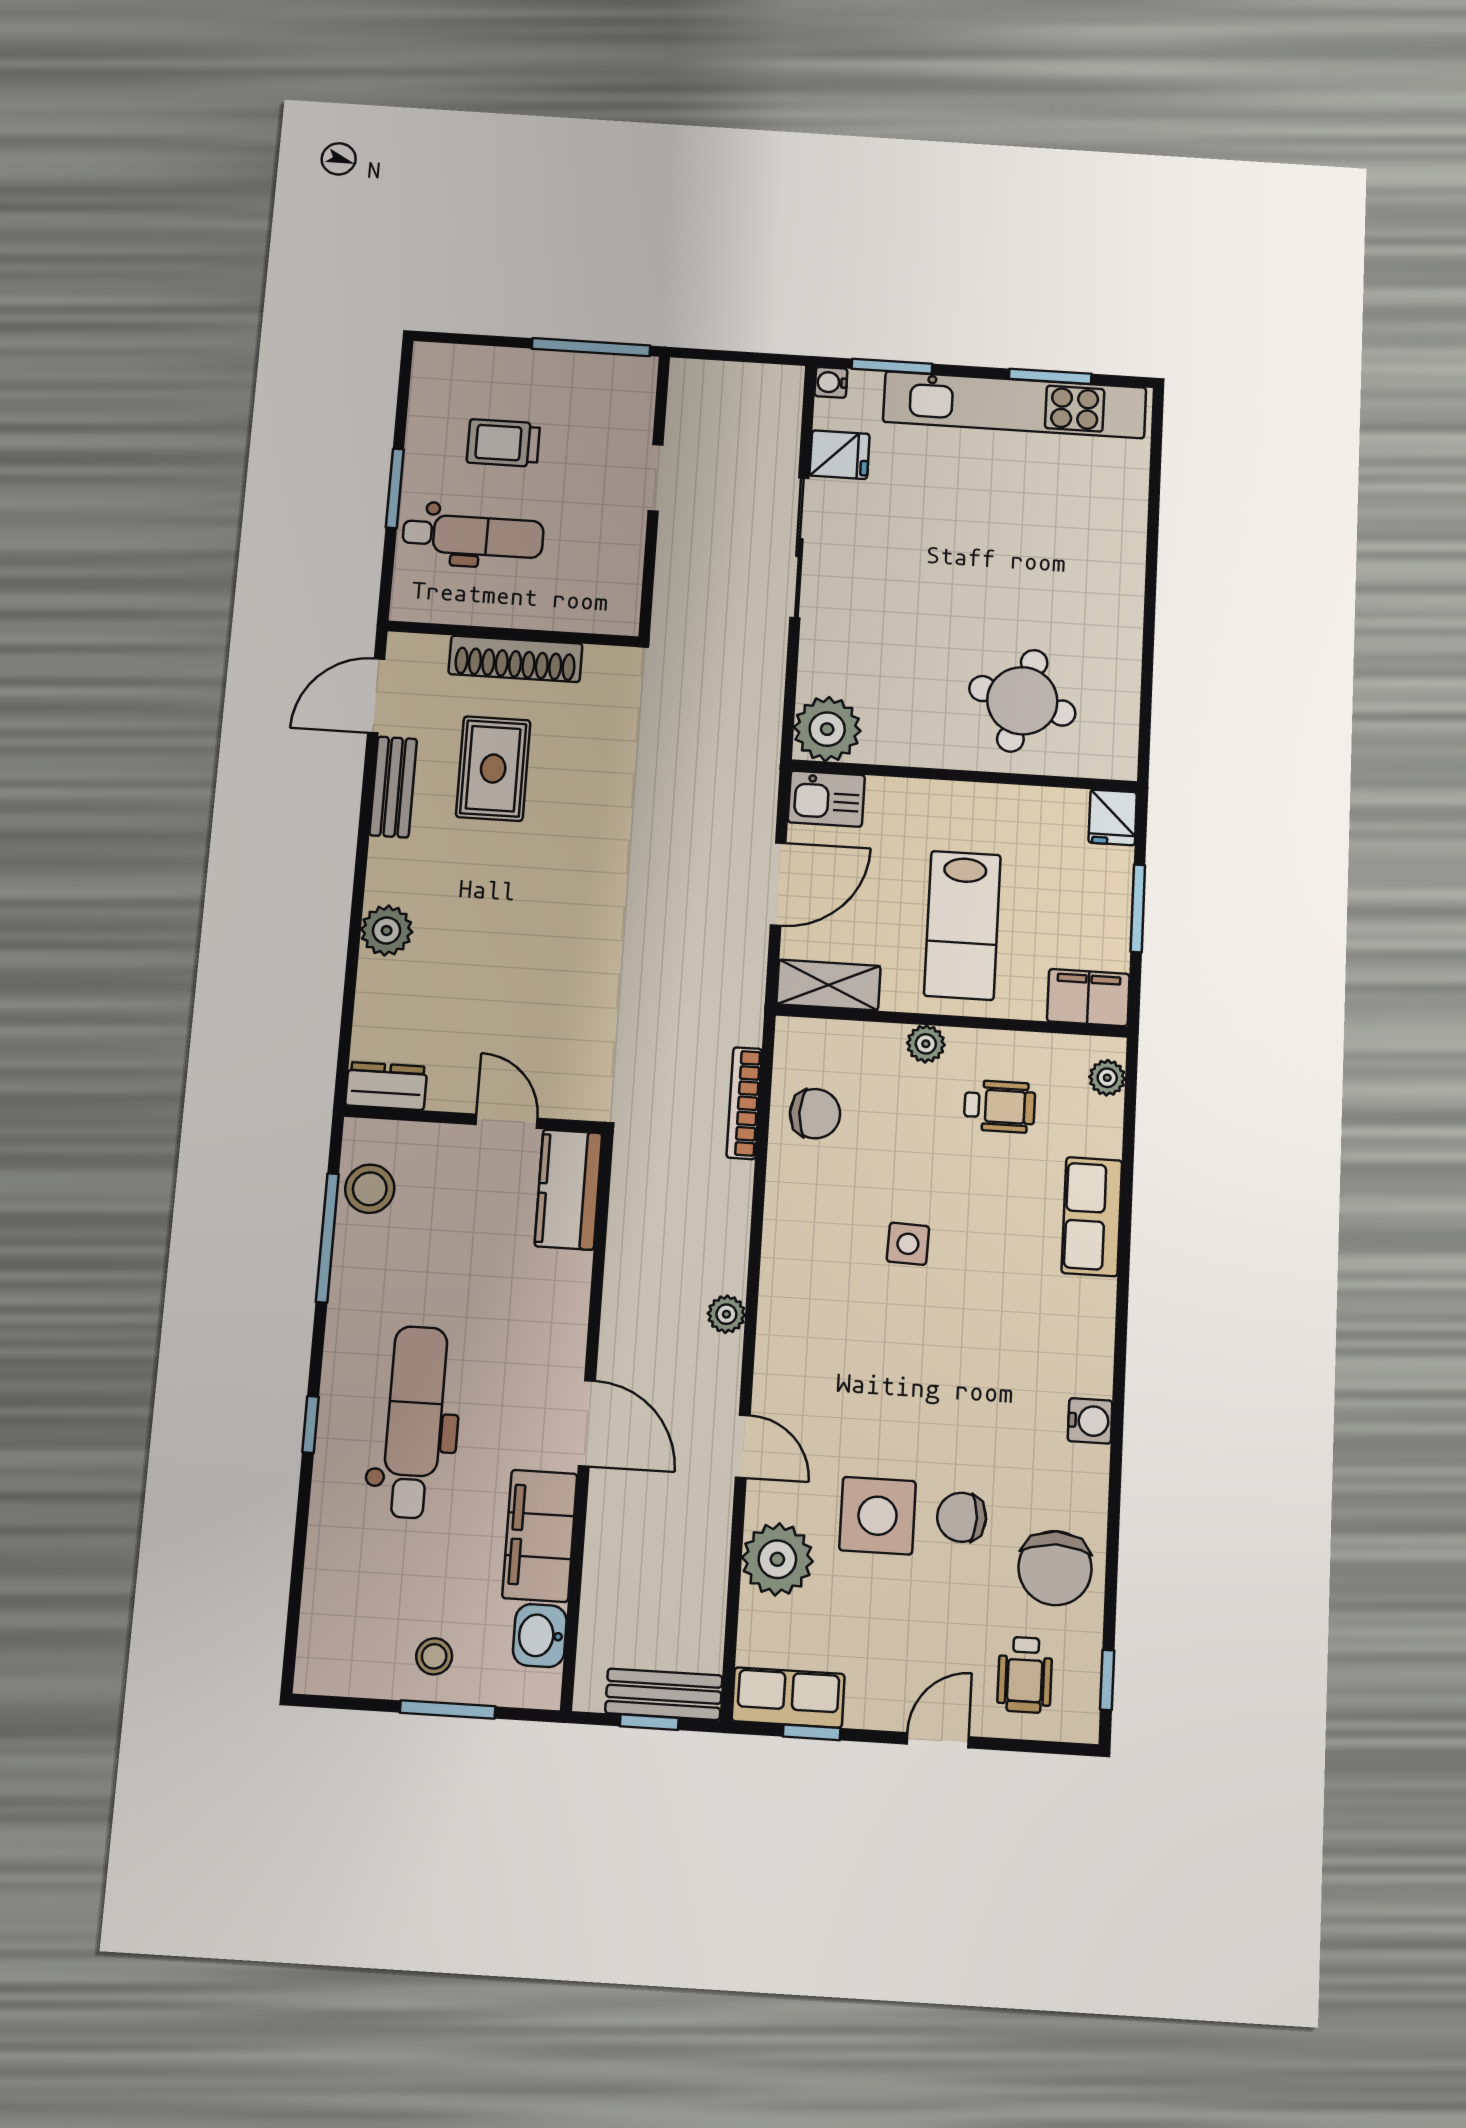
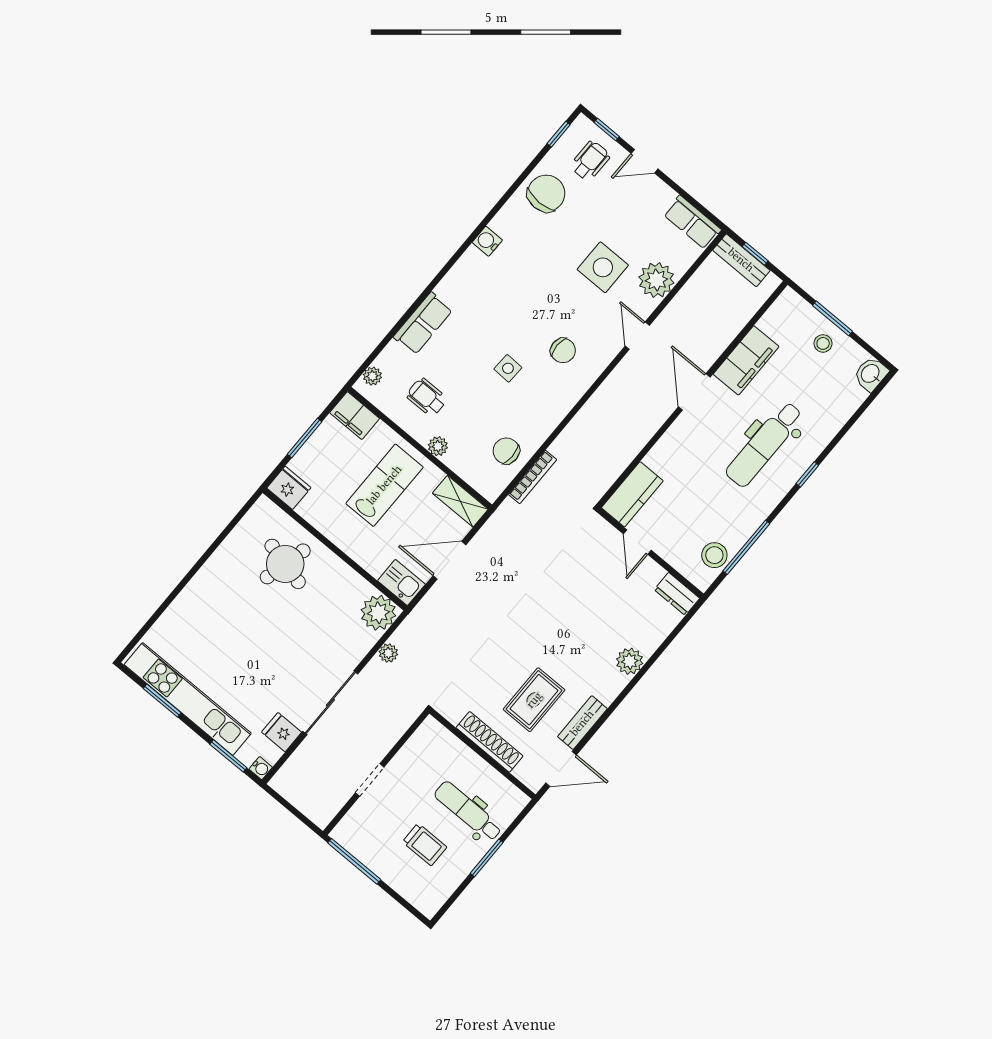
fridge: (1113, 817) -> (289, 488), width x1.38
plant: (726, 1314) -> (388, 653), moved
chair: (962, 1517) -> (563, 350), moved
washbasin: (540, 1636) -> (871, 374), moved, turned 180
window: (812, 1732) -> (607, 129), moved

